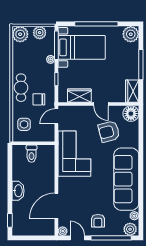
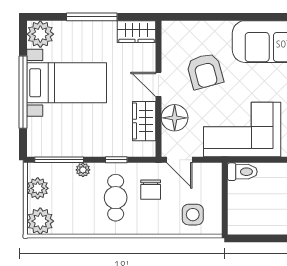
bed with nightstands: (82, 47) -> (67, 83), moved, turned 90
cafe table: (21, 88) -> (116, 198), moved, turned 90
door: (101, 104) -> (158, 84), swing flipped
floor lamp: (131, 114) -> (175, 118), moved
toilet: (32, 154) -> (242, 172), moved

